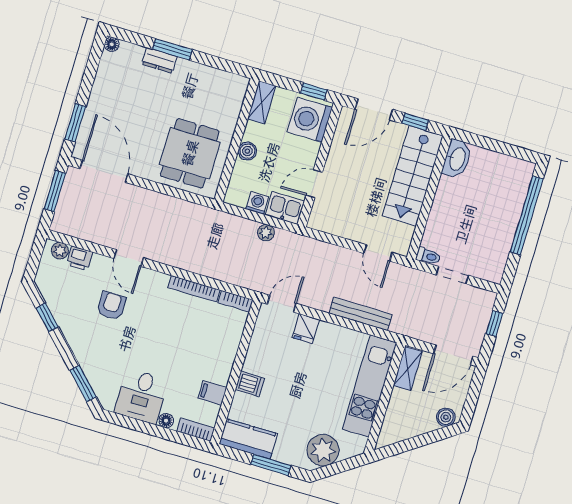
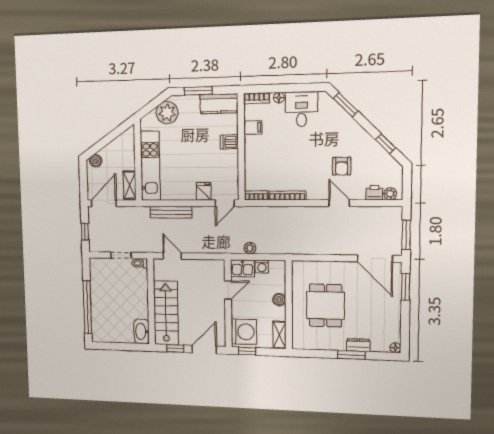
dining table: (190, 153) -> (325, 305), moved

